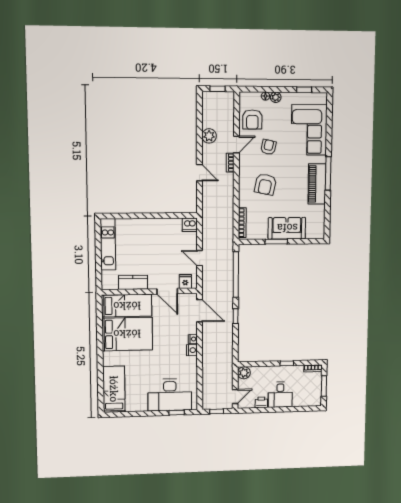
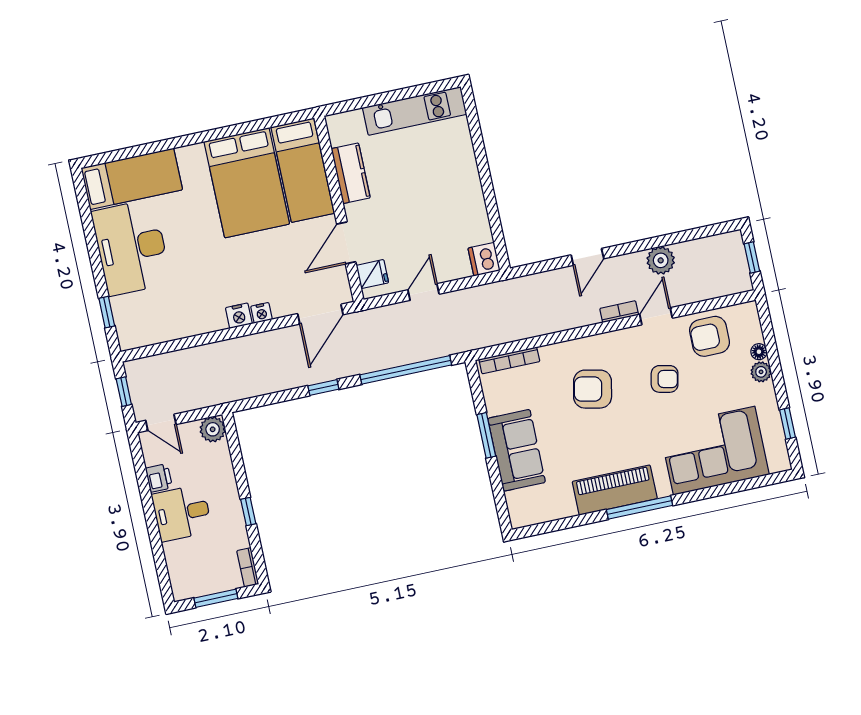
door: (236, 144) -> (656, 316), swing flipped
desk: (170, 395) -> (131, 247), moved

